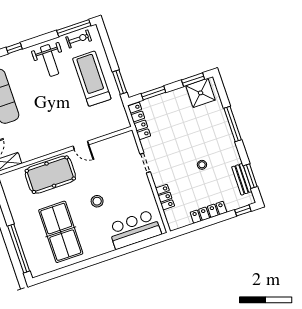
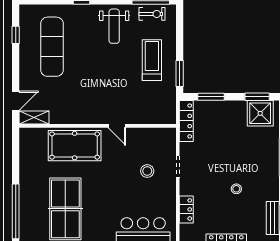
treadmill: (92, 79) -> (152, 60), width x0.73, depth x0.73
stool: (97, 201) -> (147, 171), moved

